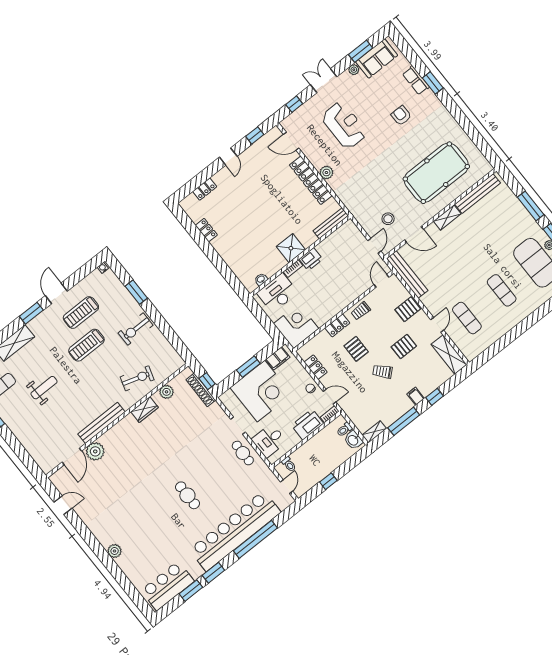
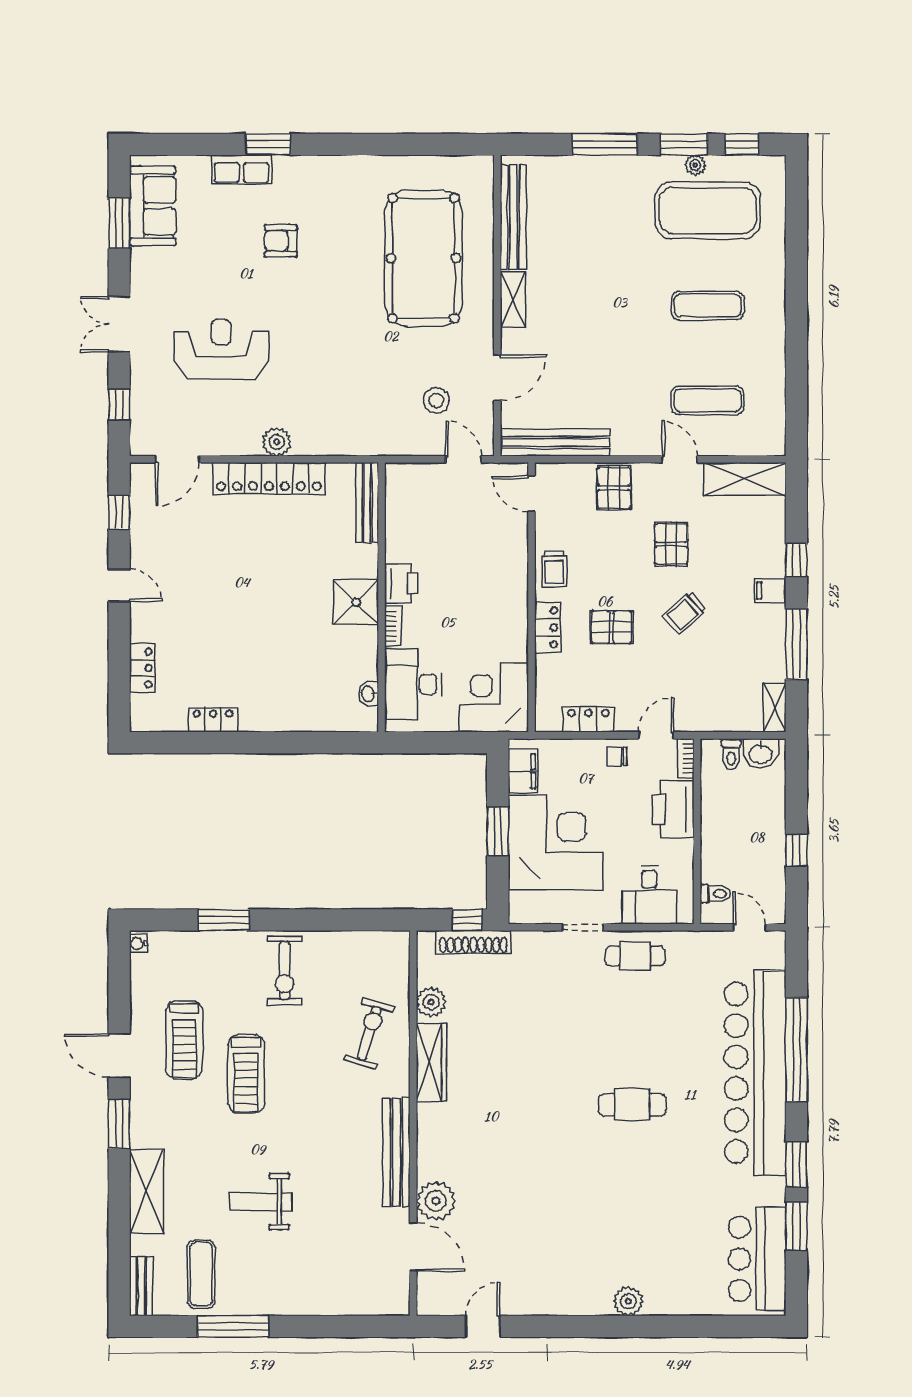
plant: (354, 70) -> (141, 259), removed
weight bench: (44, 388) -> (261, 1202), turned -90
wardrobe: (145, 410) -> (431, 1062), width x1.50

